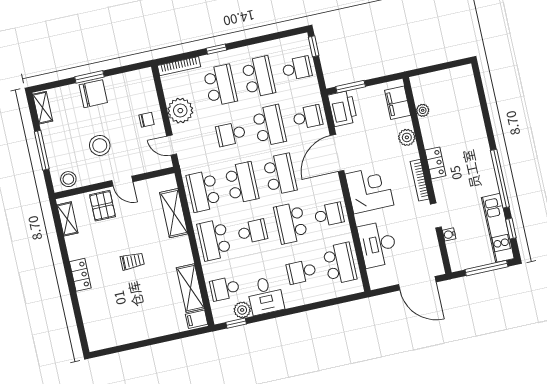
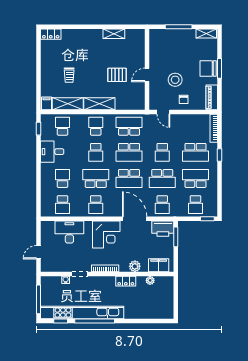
school desk: (259, 77) -> (195, 178), turned 180
piano: (134, 79) -> (212, 97), added
chair: (93, 94) -> (208, 68), turned 90
plant: (180, 111) -> (185, 123), removed
school desk: (231, 134) -> (162, 152), turned 180
stool: (100, 145) -> (175, 80), moved
door: (172, 145) -> (163, 112), swing flipped
locker: (435, 163) -> (126, 281), moved
stool: (68, 179) -> (156, 40), removed
pallet: (102, 206) -> (117, 75), moved
shelving: (174, 213) -> (99, 104), moved
shelving: (67, 219) -> (114, 34), moved
kitchen unit: (498, 228) -> (82, 313), width x1.86
school desk: (214, 240) -> (96, 126), width x0.54
trolley: (132, 261) -> (69, 75), moved
school desk: (340, 263) -> (62, 205), width x0.54
locker: (80, 275) -> (51, 34), moved
door: (417, 283) -> (38, 252), width x0.53
plant: (242, 310) -> (46, 134), removed

